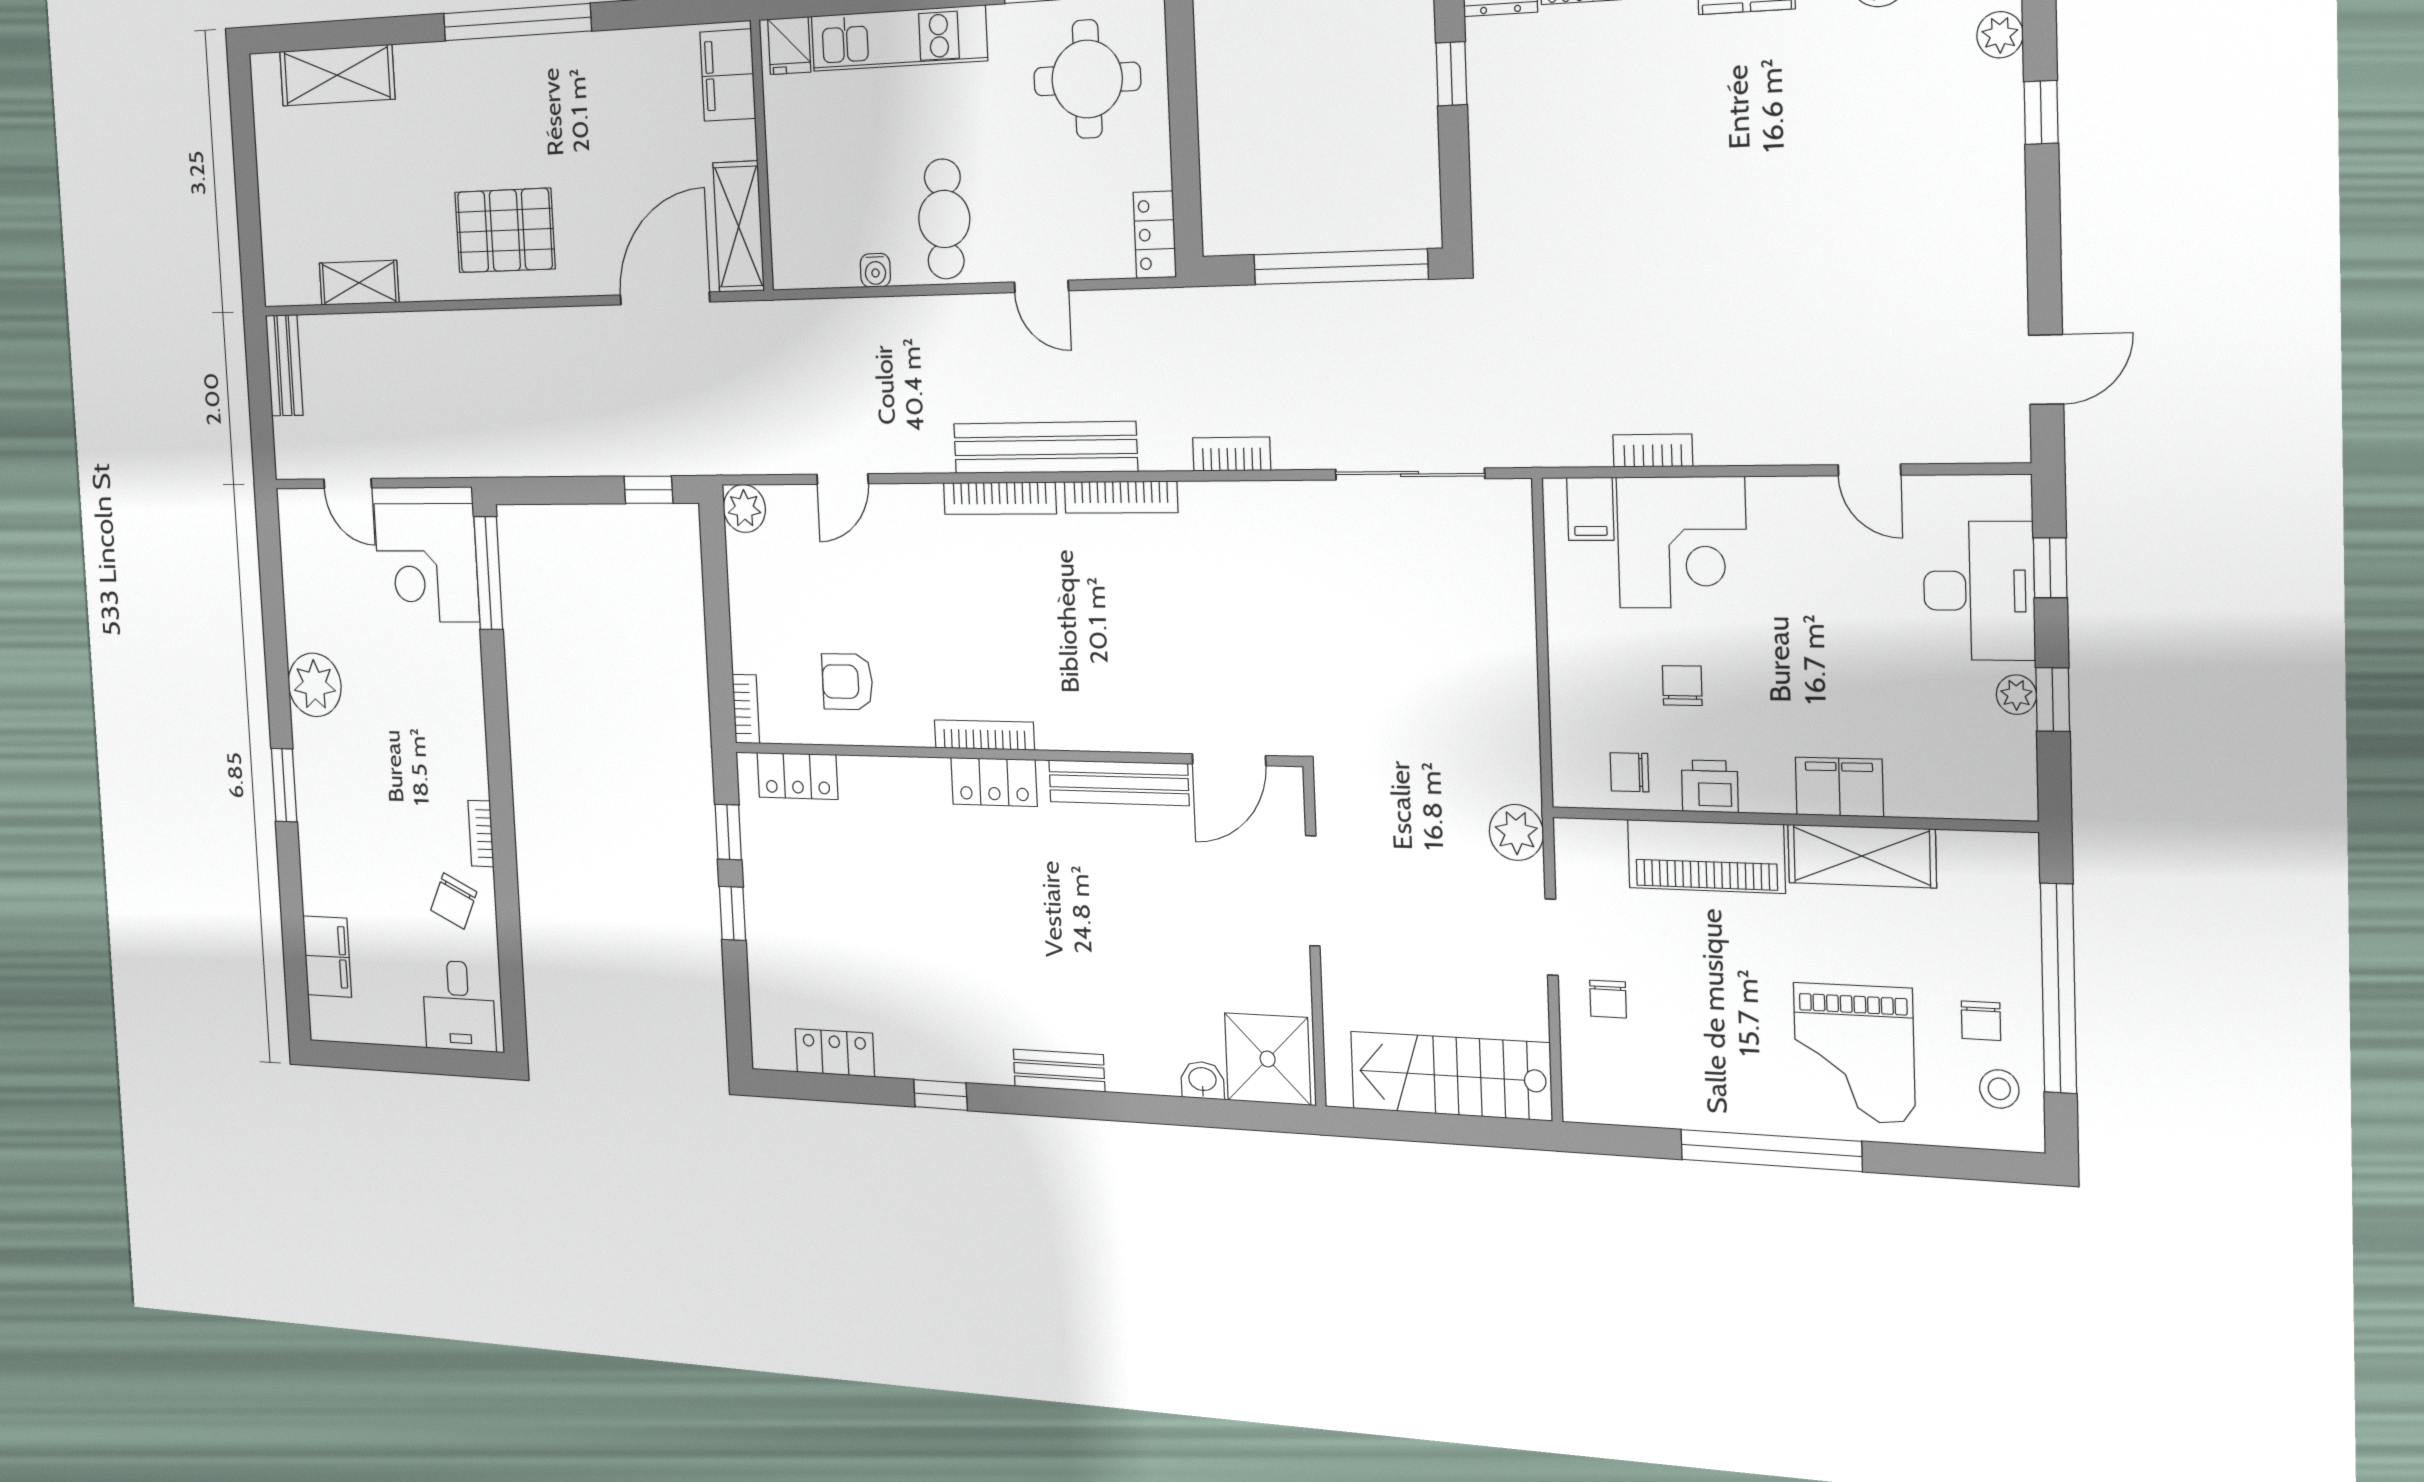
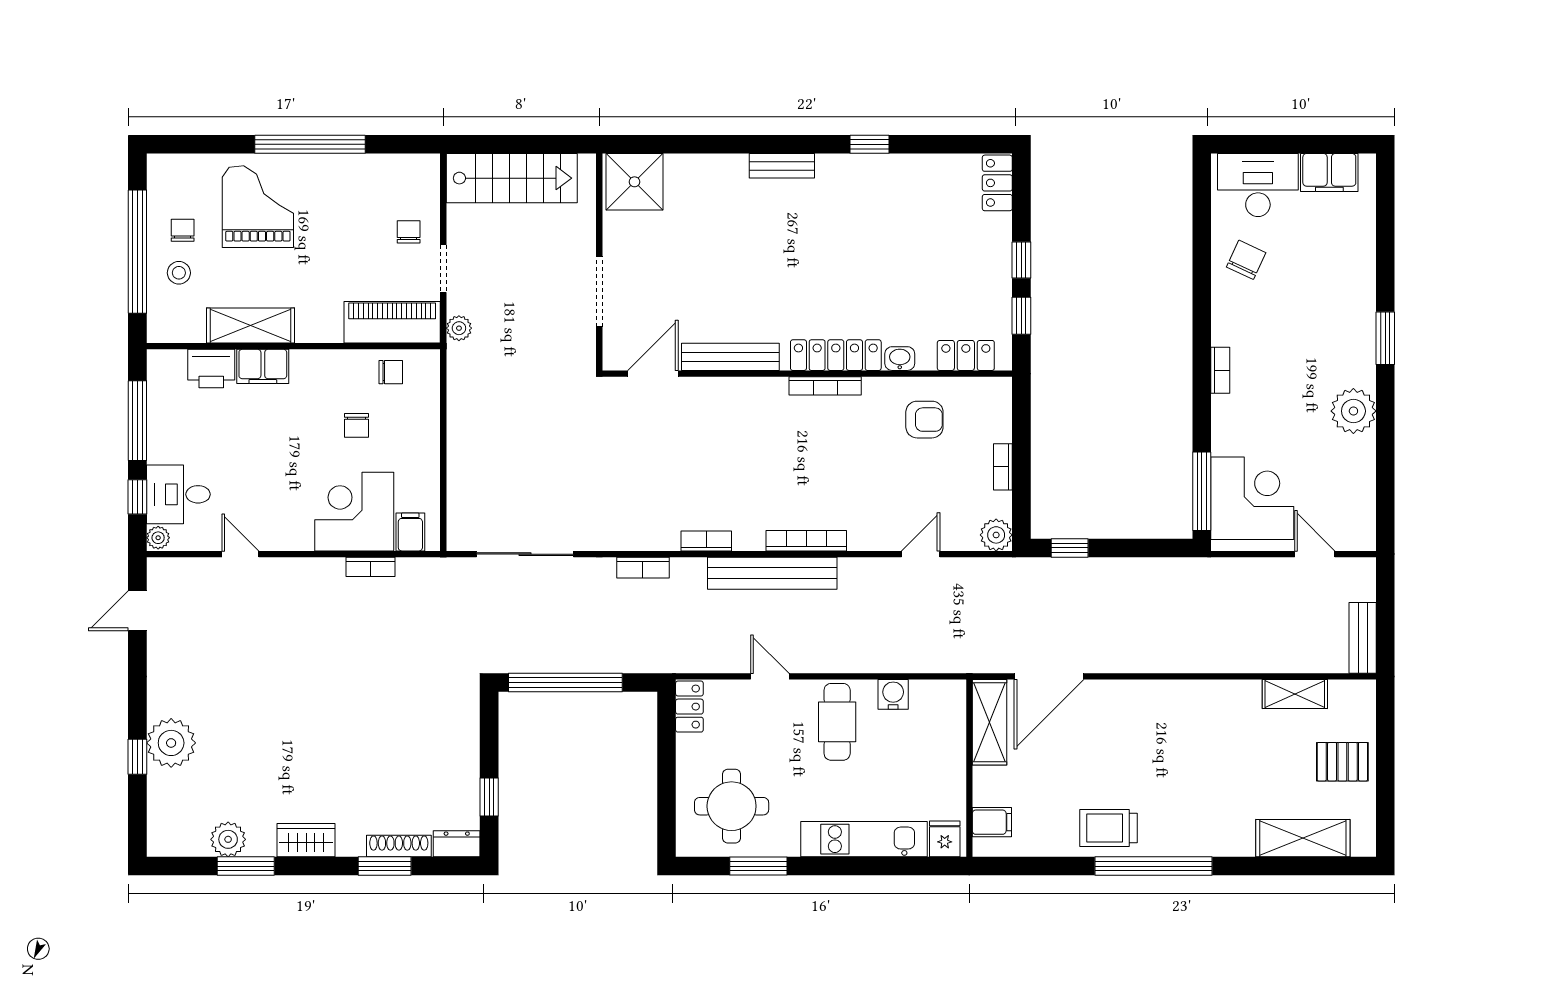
plant: (2000, 35) -> (171, 743), moved, width x1.88, depth x1.88
trolley: (577, 75) -> (1109, 828), added
filing cabinet: (728, 75) -> (992, 822), width x0.50
pallet: (505, 230) -> (1342, 762), moved, width x0.67, depth x0.71
water cooler: (875, 270) -> (893, 694), width x1.38, depth x1.38
bookcase: (1121, 497) -> (706, 541), width x0.64
desk: (1979, 591) -> (178, 494), width x0.73
plant: (2016, 695) -> (158, 538), moved
window: (2053, 700) -> (137, 421), width x2.17
bookcase: (746, 709) -> (1003, 467), moved
locker: (994, 782) -> (836, 355), width x1.53
printer: (1710, 786) -> (211, 368), moved, width x1.36, depth x1.24
plant: (1516, 832) -> (459, 328), width x0.73, depth x0.73
bookcase: (481, 834) -> (1220, 370), moved
piano: (1706, 856) -> (392, 322), moved
filing cabinet: (327, 956) -> (1329, 173), moved, turned -90
desk: (459, 1006) -> (1258, 185), width x1.37
locker: (835, 1053) -> (997, 183), moved, turned 90
washbasin: (1203, 1080) -> (900, 359), moved, turned 180
stool: (1999, 1089) -> (179, 273), moved

